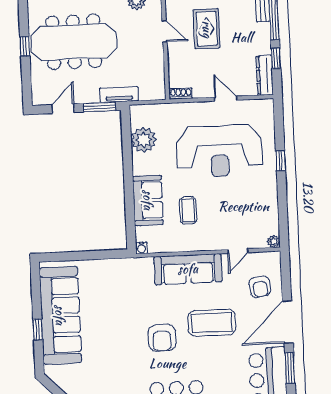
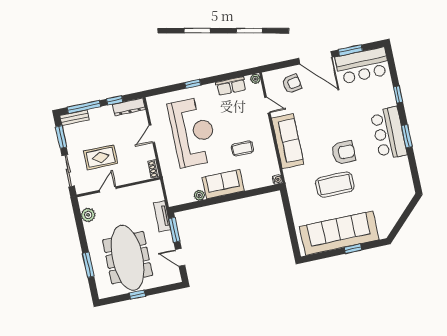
plant: (144, 140) -> (199, 195), width x0.53, depth x0.53
sofa: (148, 200) -> (223, 184), moved
row of seats: (270, 209) -> (231, 86), added
coffee table: (212, 323) -> (335, 185), moved, turned 90

